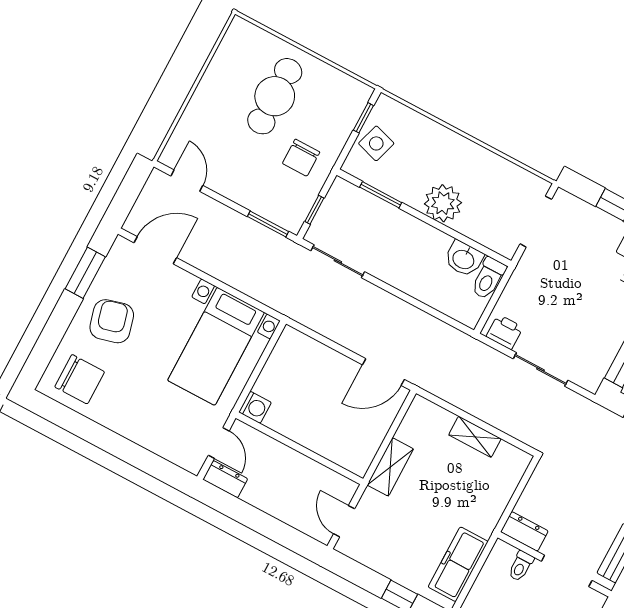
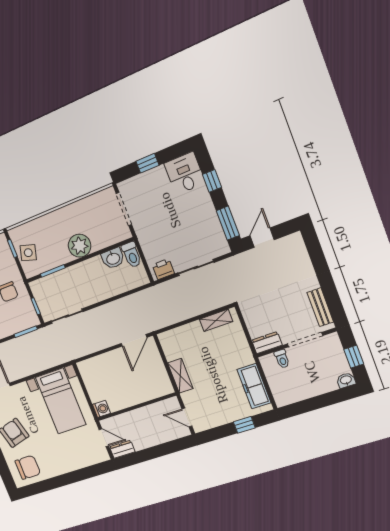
shelving: (475, 437) -> (216, 320), moved

